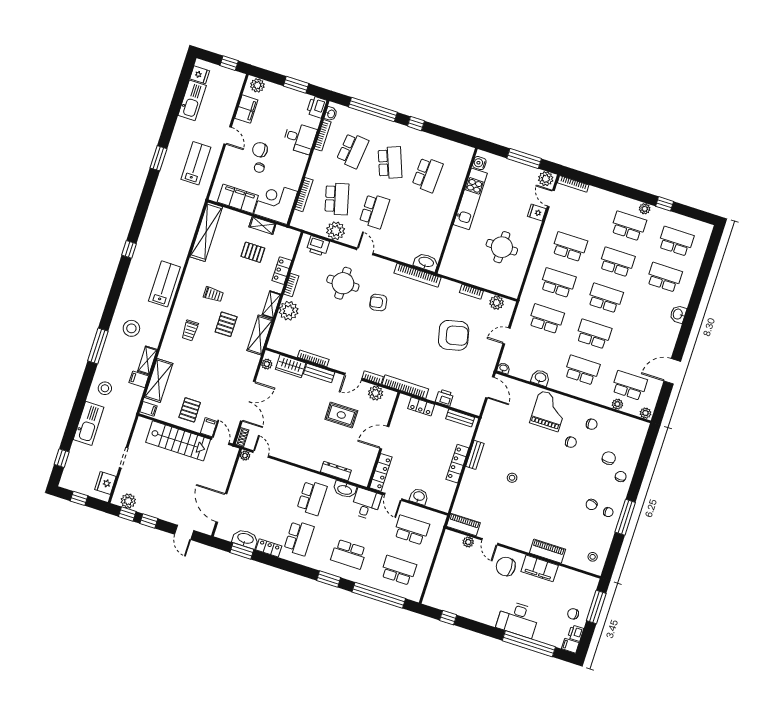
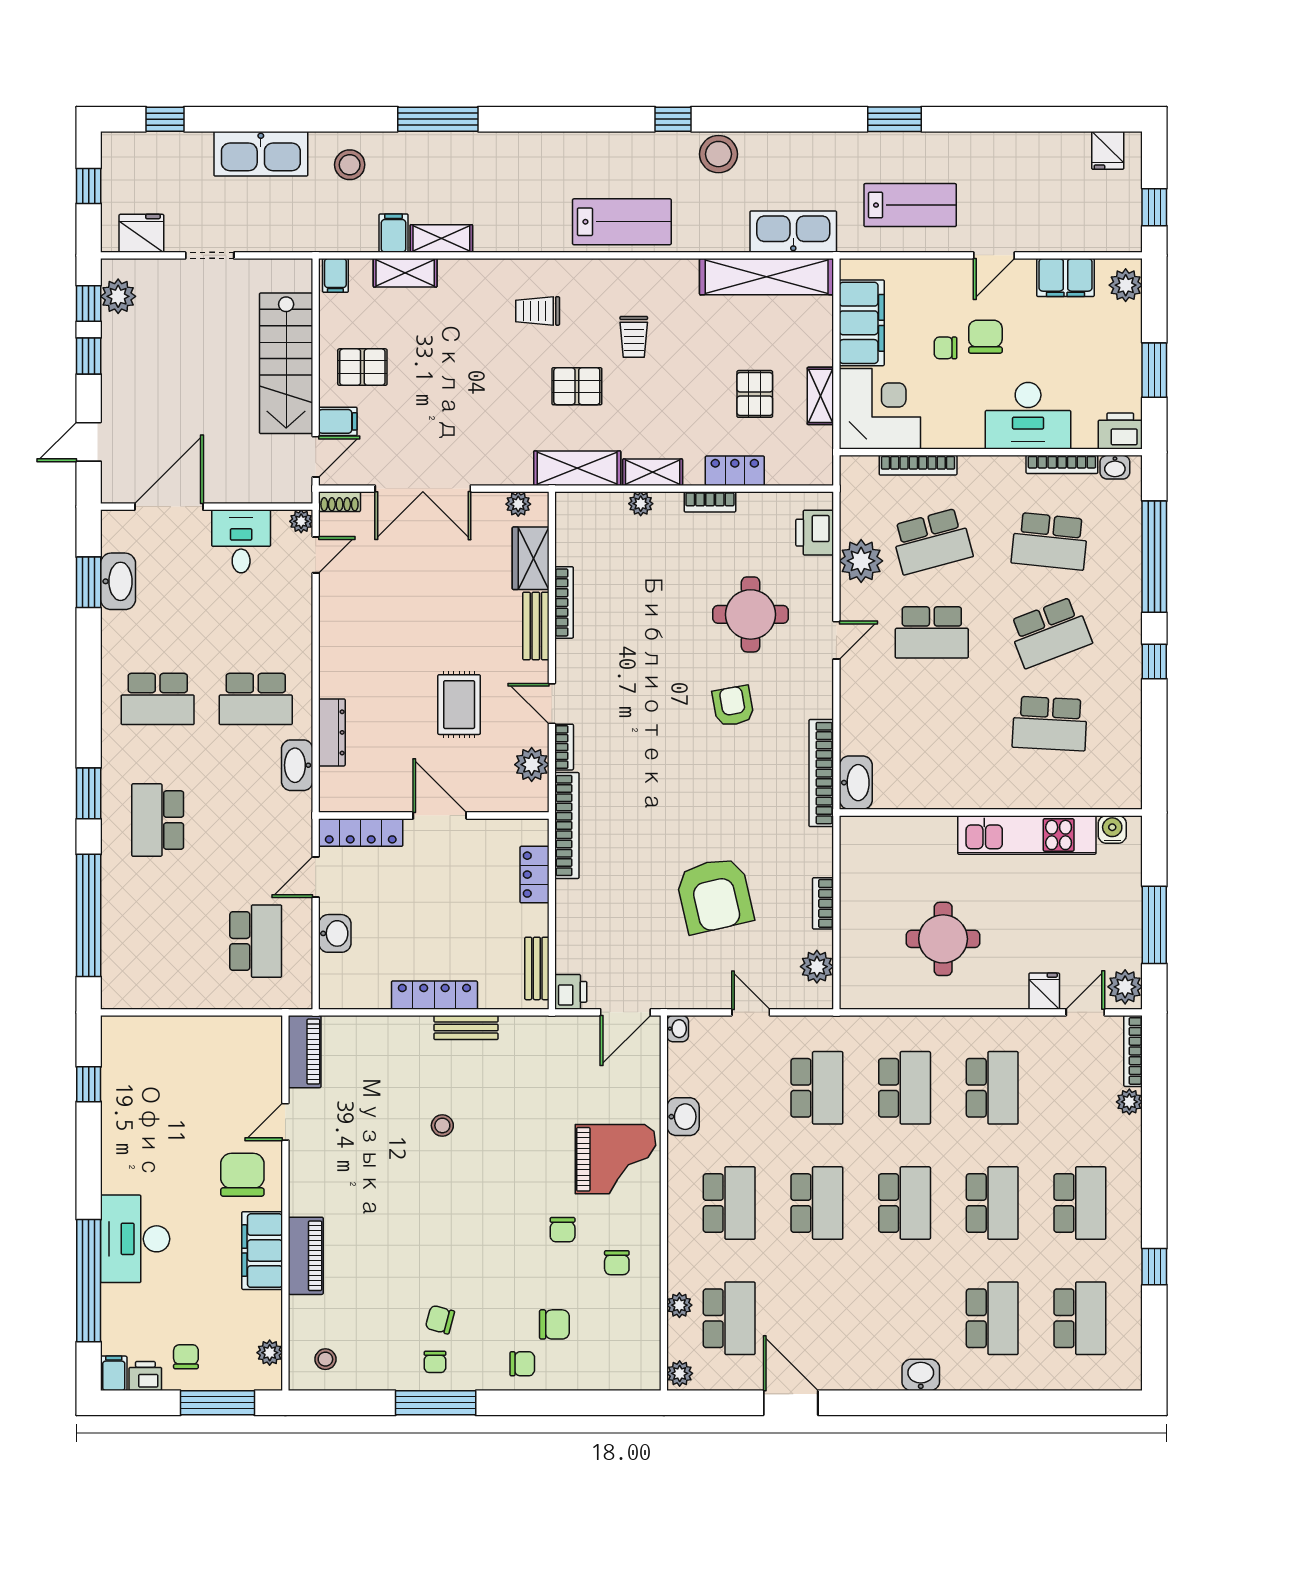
kitchen sink: (192, 100) -> (793, 232), moved, turned 180
desk: (300, 138) -> (1028, 416), width x1.37
plant: (645, 209) -> (1129, 1102), moved
plant: (289, 311) -> (641, 504), width x0.53, depth x0.53
stool: (131, 328) -> (718, 154), moved
shelving: (159, 380) -> (405, 273), width x0.67, depth x0.75
printer: (444, 398) -> (571, 992), moved
desk: (366, 504) -> (241, 541), moved, turned -90
plant: (468, 542) -> (270, 1353), moved
locker: (269, 548) -> (115, 639), removed
school desk: (398, 570) -> (158, 941), removed

